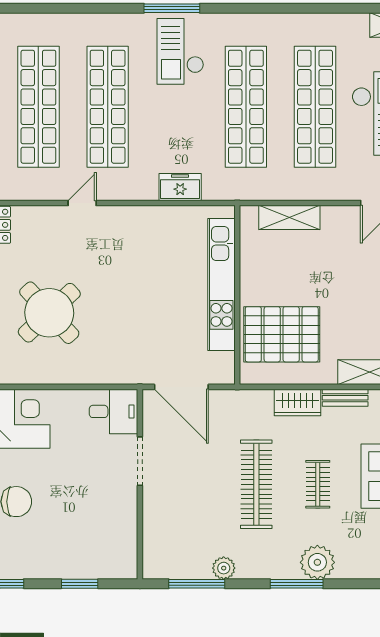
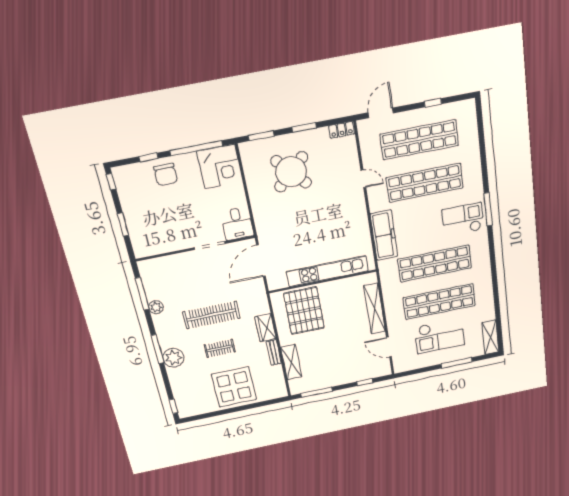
freezer: (180, 187) -> (384, 235), width x1.91, depth x1.26
shelving: (289, 217) -> (375, 309), width x1.47

